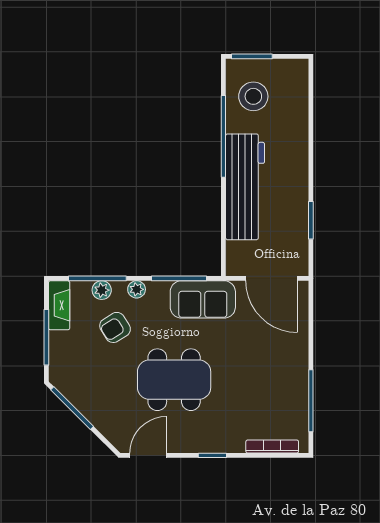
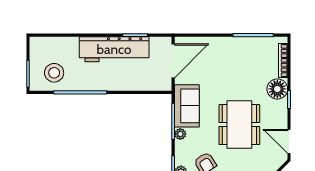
workbench: (245, 187) -> (114, 49), moved, turned 180
plant: (137, 289) -> (180, 134), moved
floor lamp: (229, 438) -> (277, 89), added

